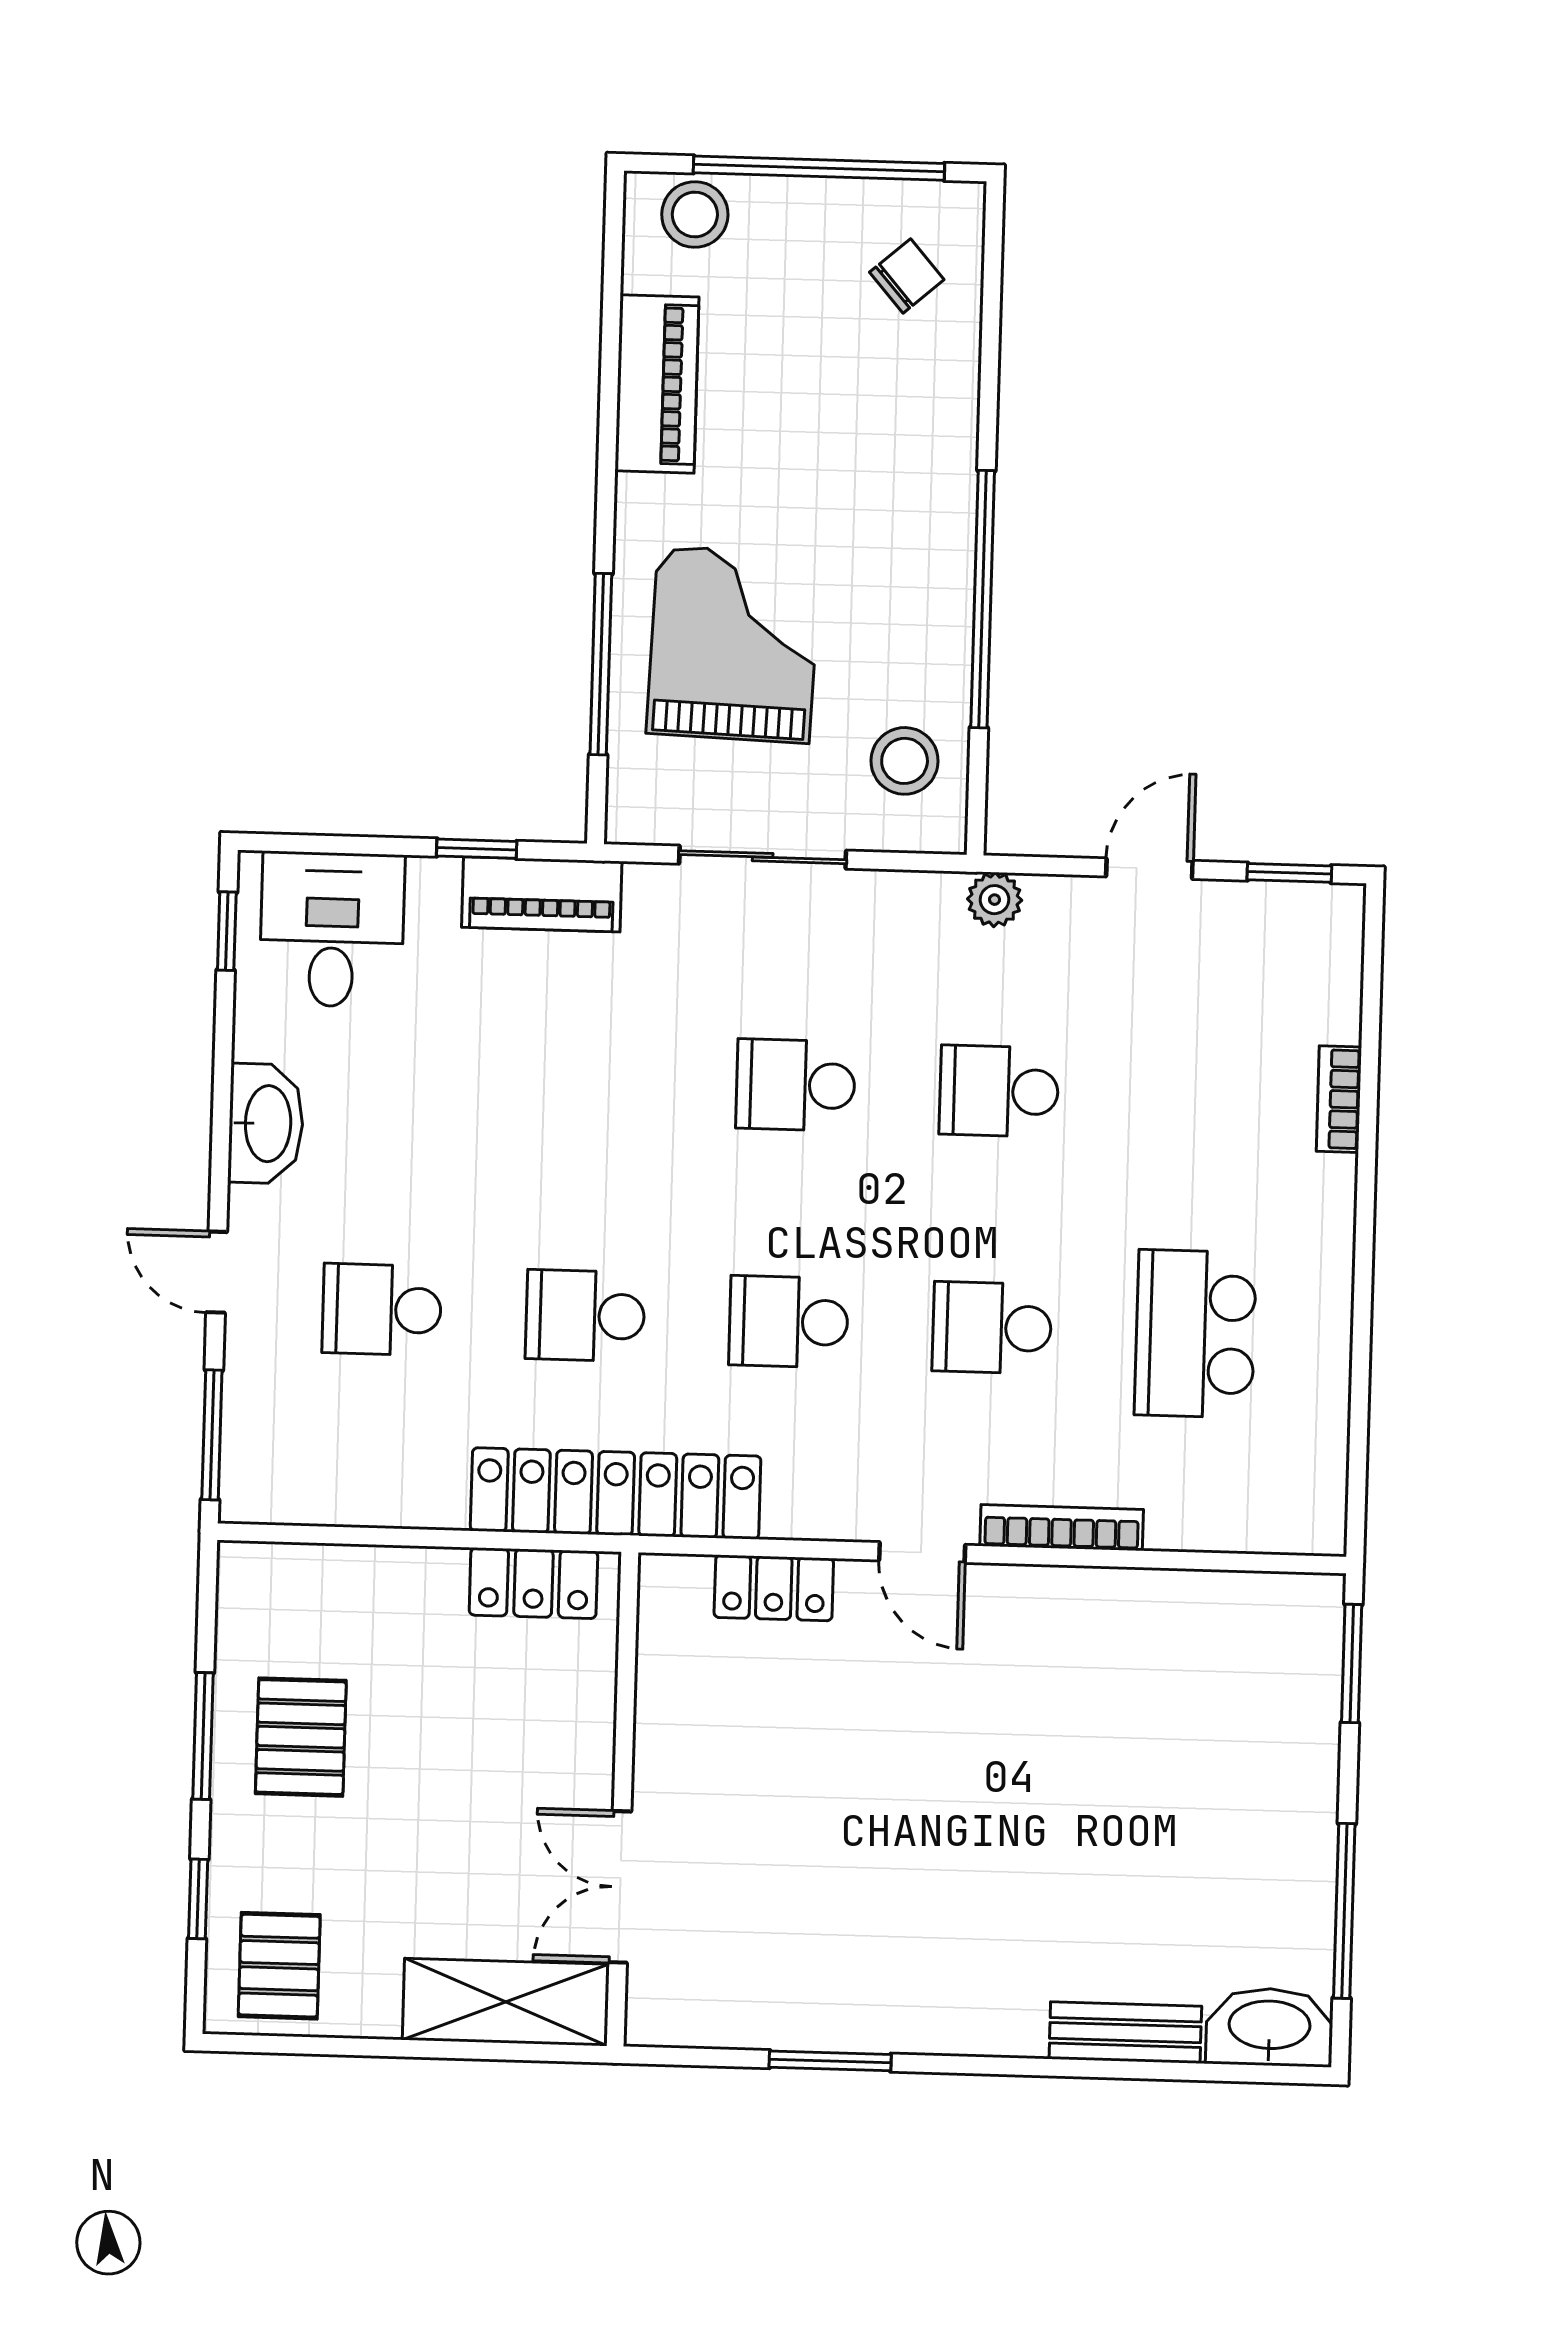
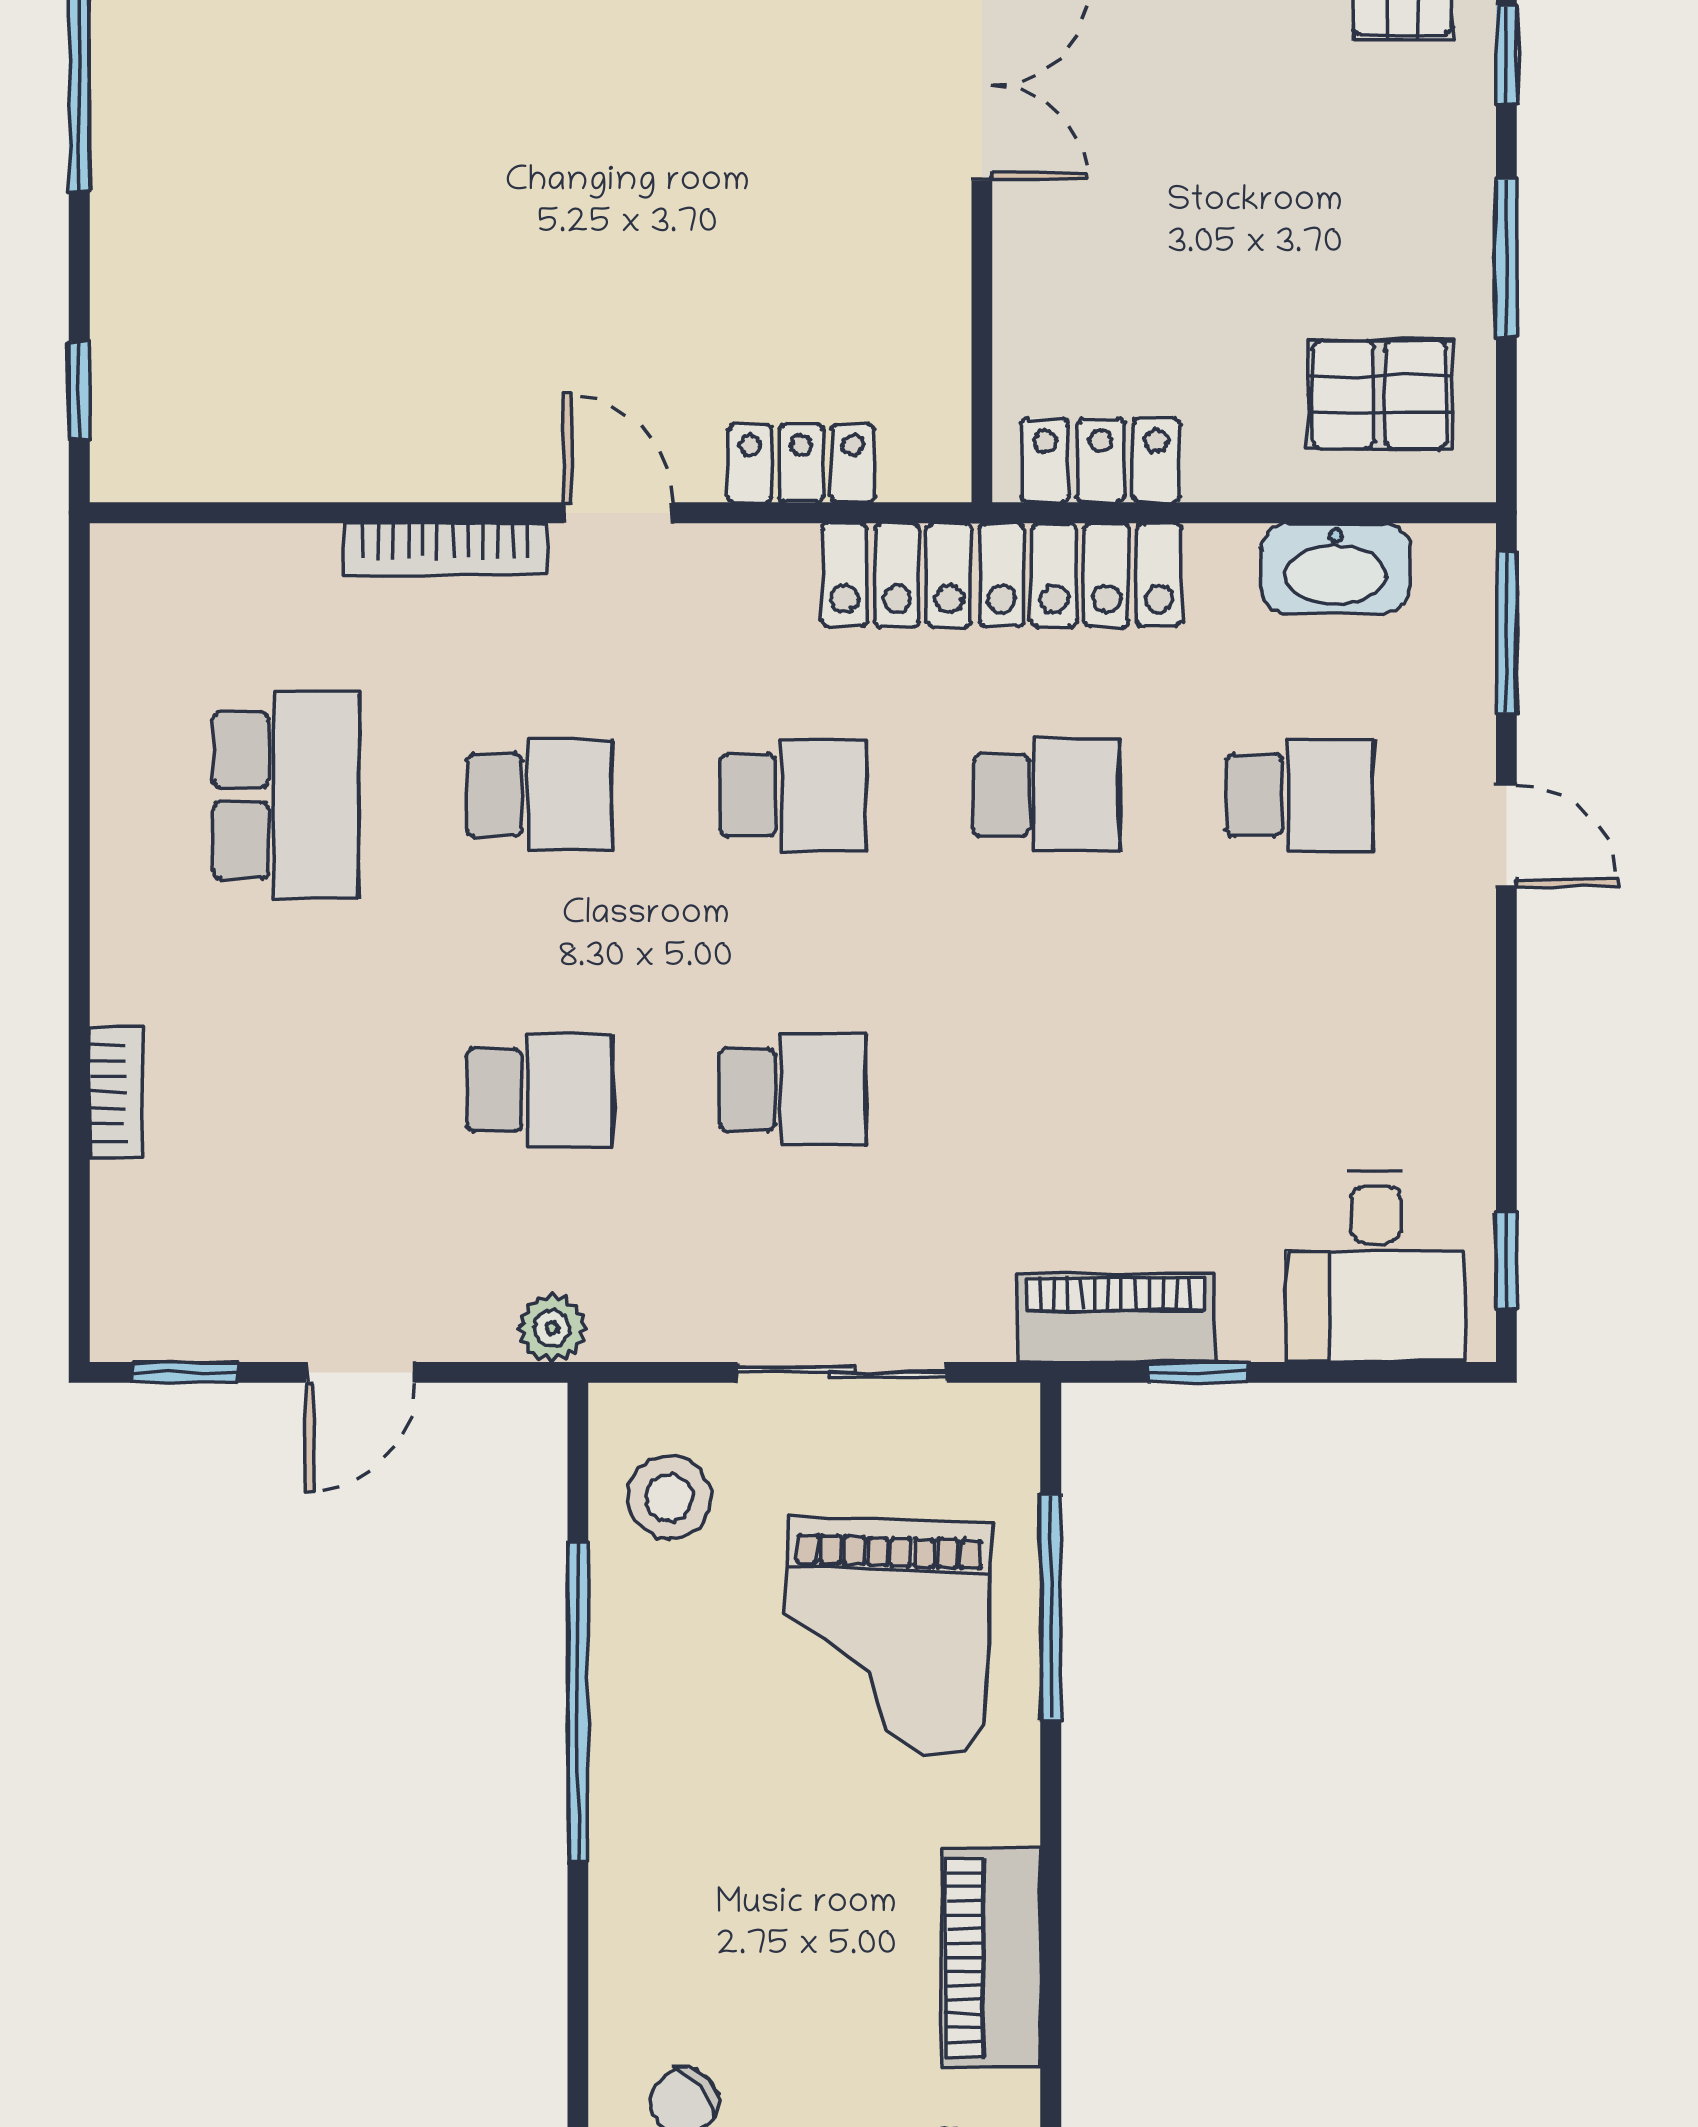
washbasin: (266, 1124) -> (1335, 568), moved, turned -90
window: (1352, 1663) -> (79, 390), width x0.67
pallet: (301, 1737) -> (1380, 395), moved, turned 90

